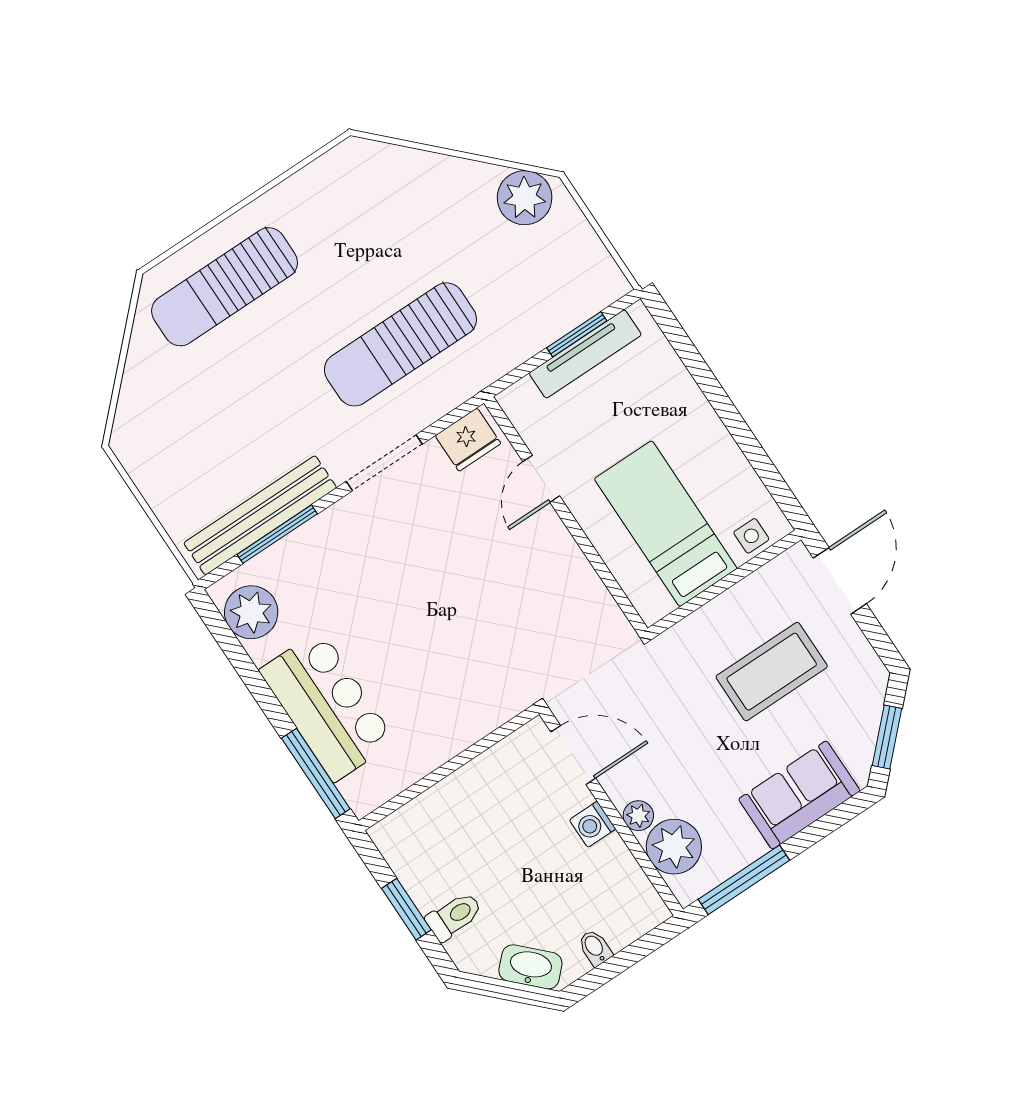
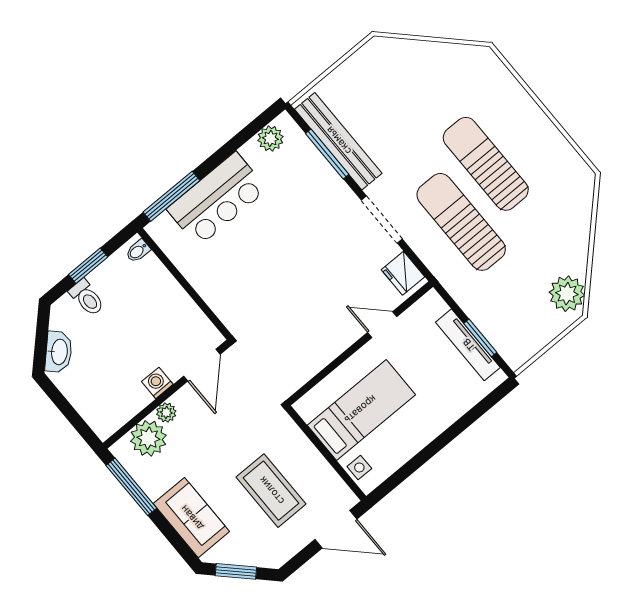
sun lounger: (225, 287) -> (486, 164), moved
plant: (251, 612) -> (270, 139), width x0.73, depth x0.73
bidet: (595, 948) -> (138, 251), moved, turned 180

